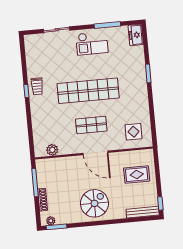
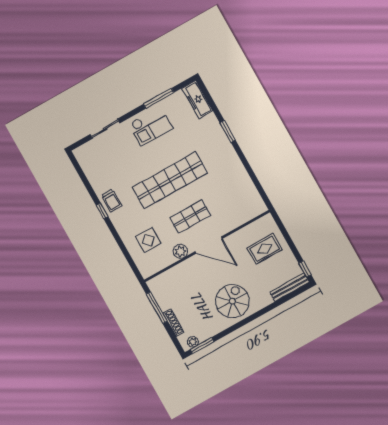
freezer: (136, 35) -> (197, 100), width x1.40
display table: (134, 132) -> (148, 240), moved
plant: (52, 150) -> (180, 251), moved

